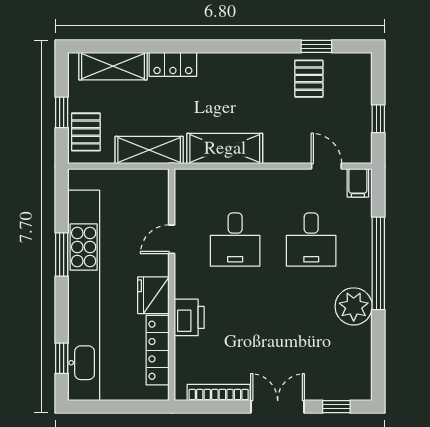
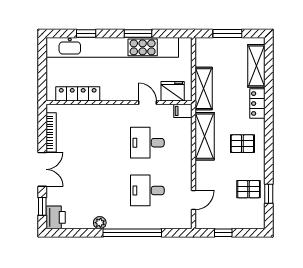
window: (62, 112) -> (227, 34), width x1.50
pallet: (86, 132) -> (242, 144), moved
filing cabinet: (358, 183) -> (183, 111), moved
fridge: (153, 295) -> (173, 91), moved
plant: (354, 306) -> (100, 223), width x0.53, depth x0.53
printer: (189, 317) -> (56, 217), moved, turned -90
window: (62, 358) -> (86, 34), moved

